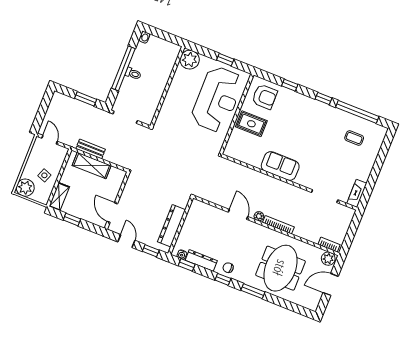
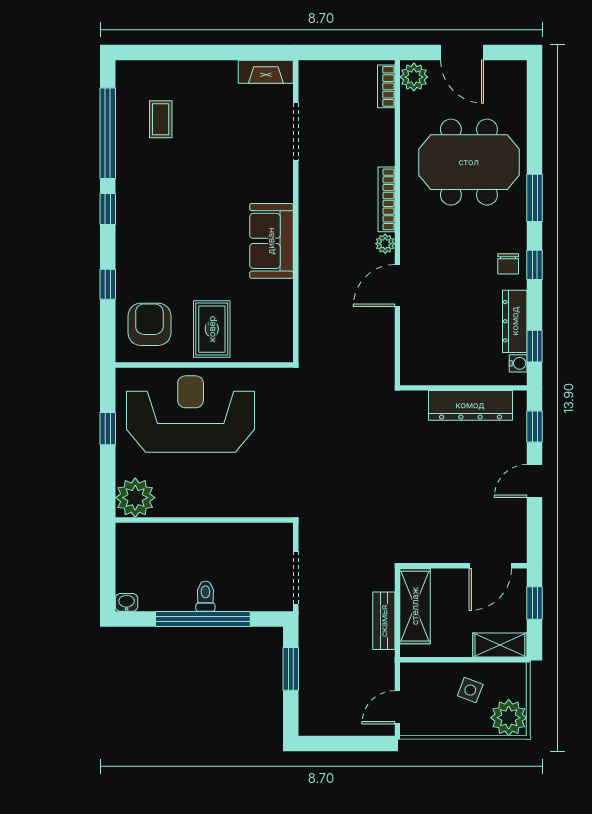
wall: (117, 201) -> (463, 566), moved
door: (112, 213) -> (490, 566), moved

